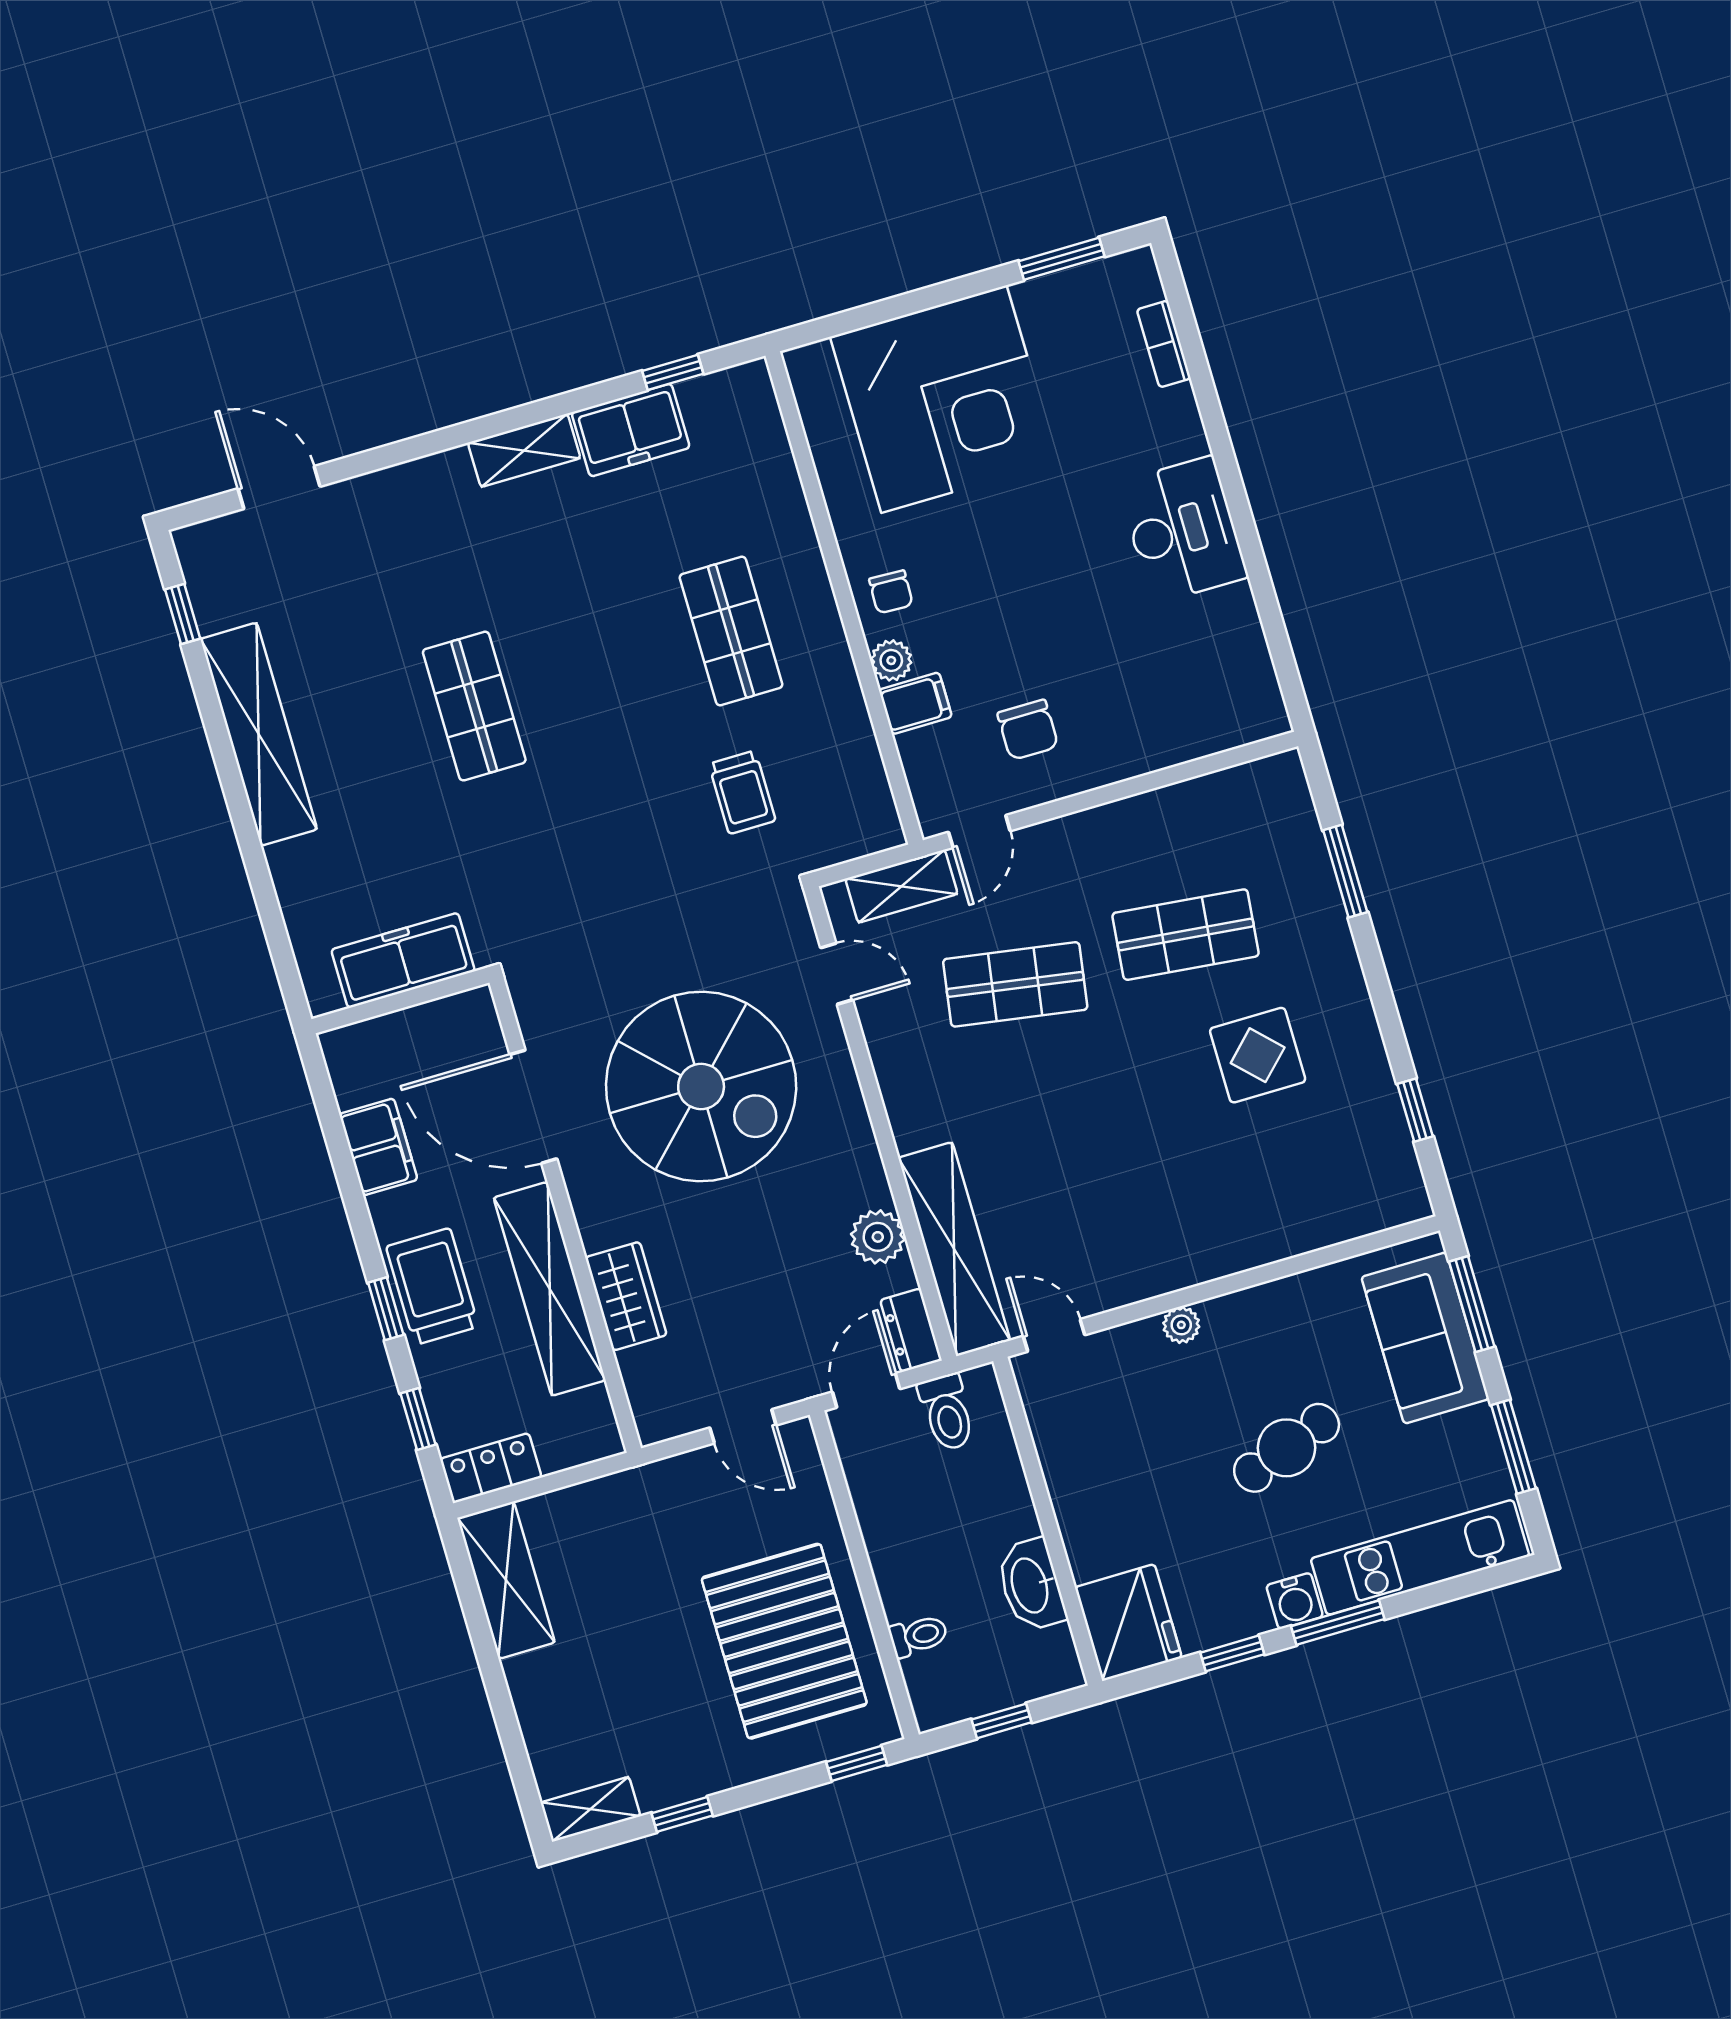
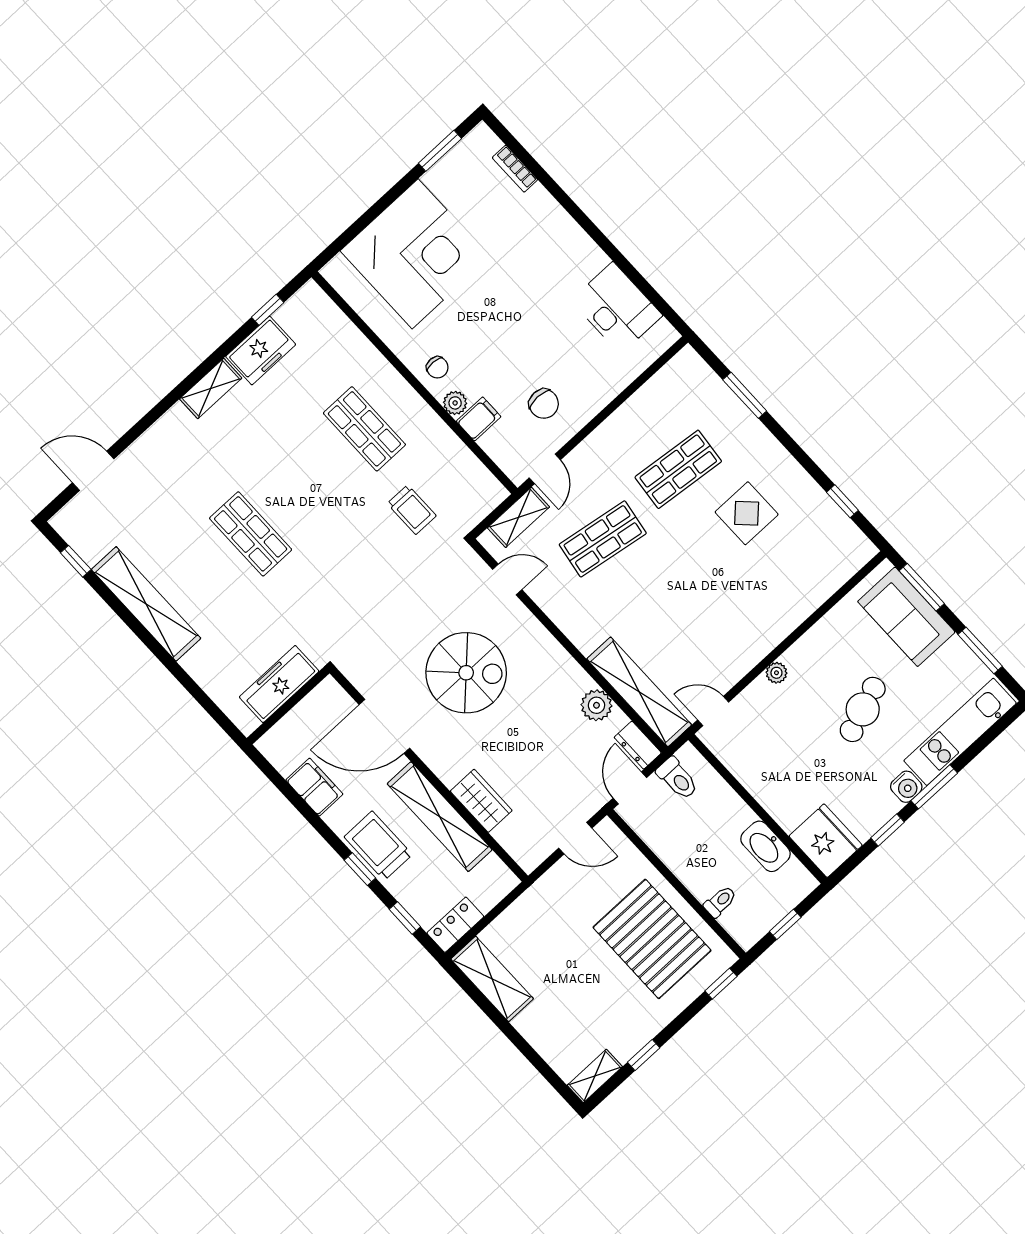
desk: (1183, 530) -> (617, 308), moved
spiral stairs: (701, 1086) -> (466, 673), width x0.73, depth x0.73

